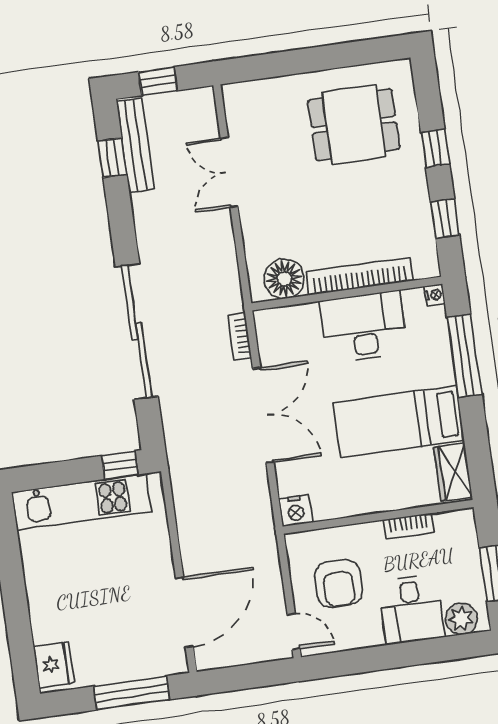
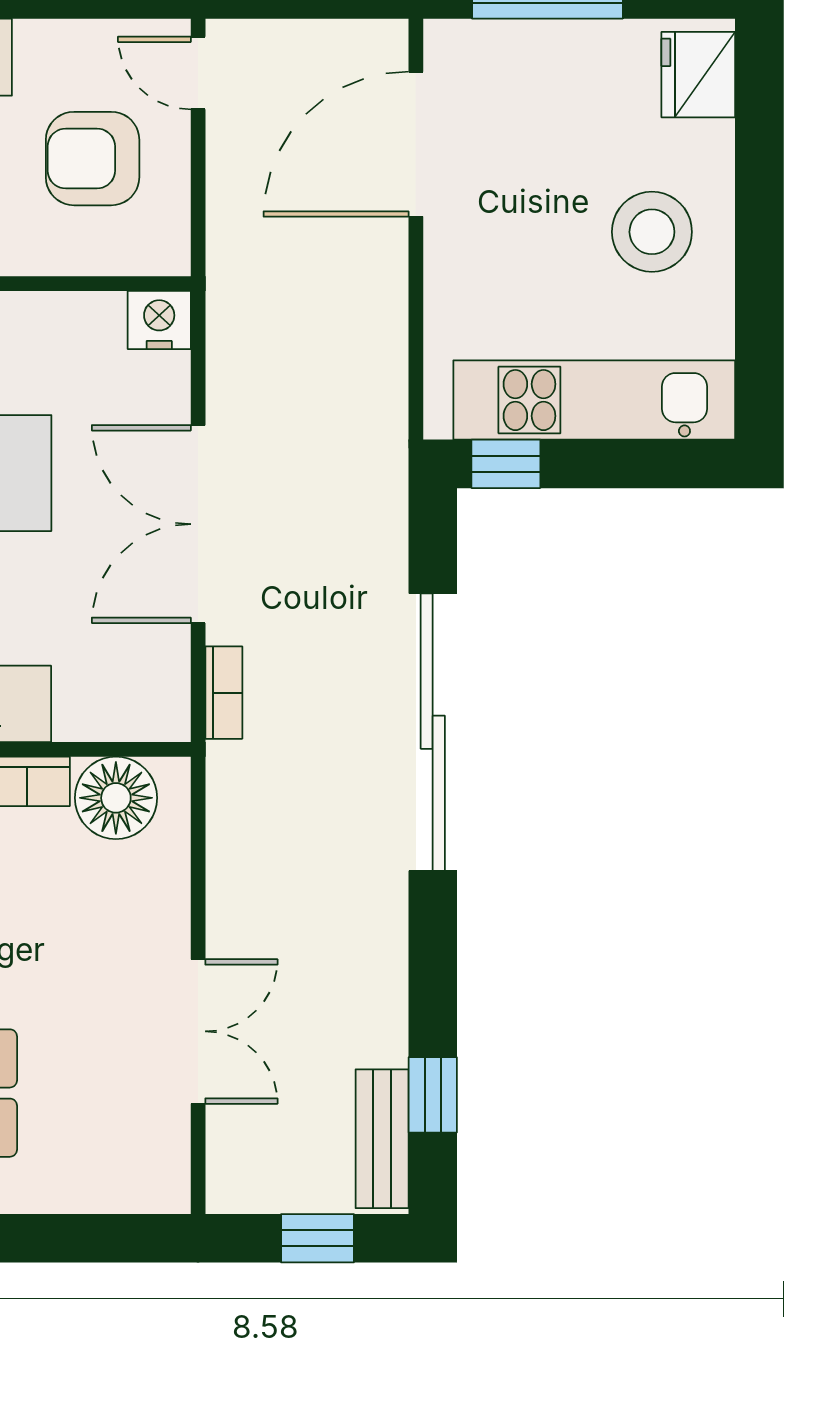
bench: (135, 145) -> (382, 1139), width x0.73
armchair: (339, 584) -> (93, 159), turned -90
stool: (65, 586) -> (652, 232), added

